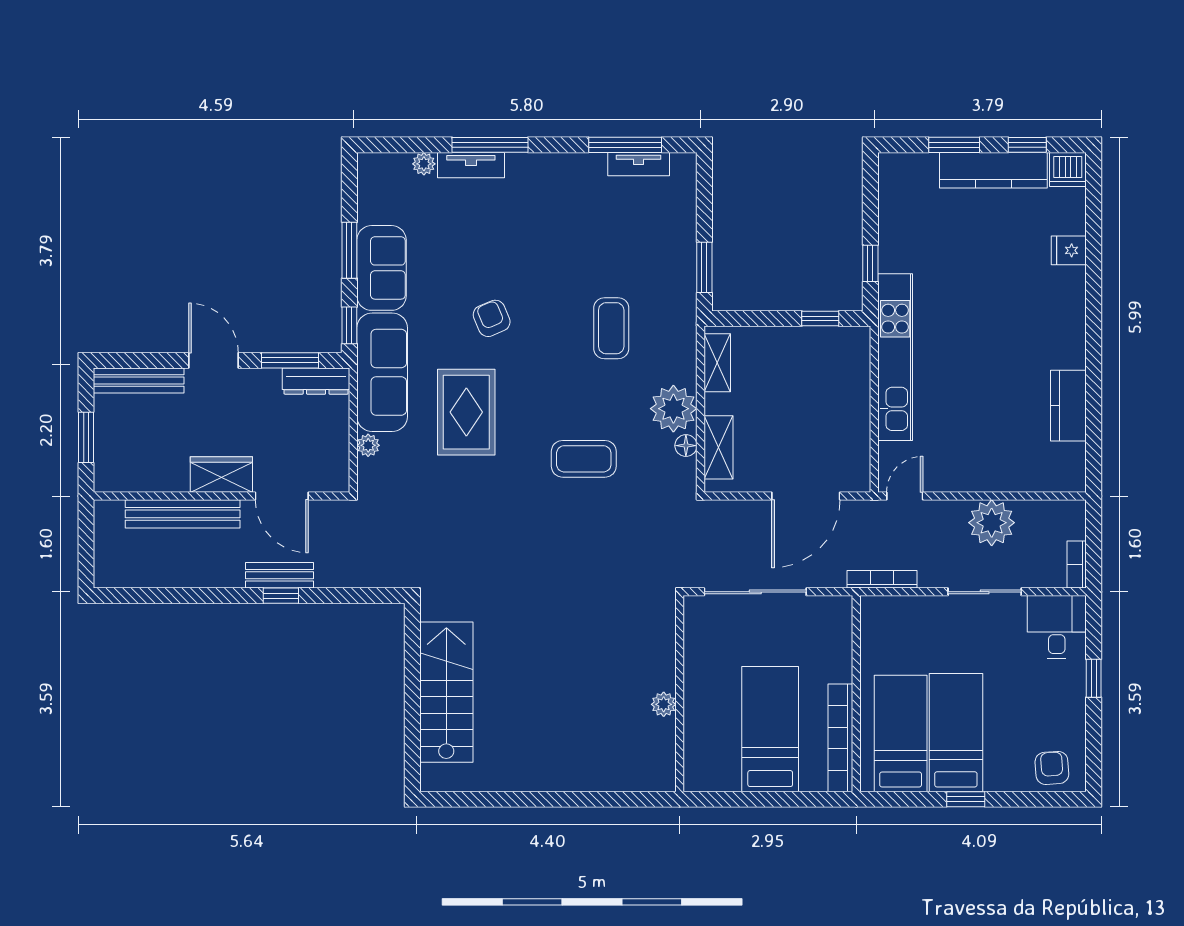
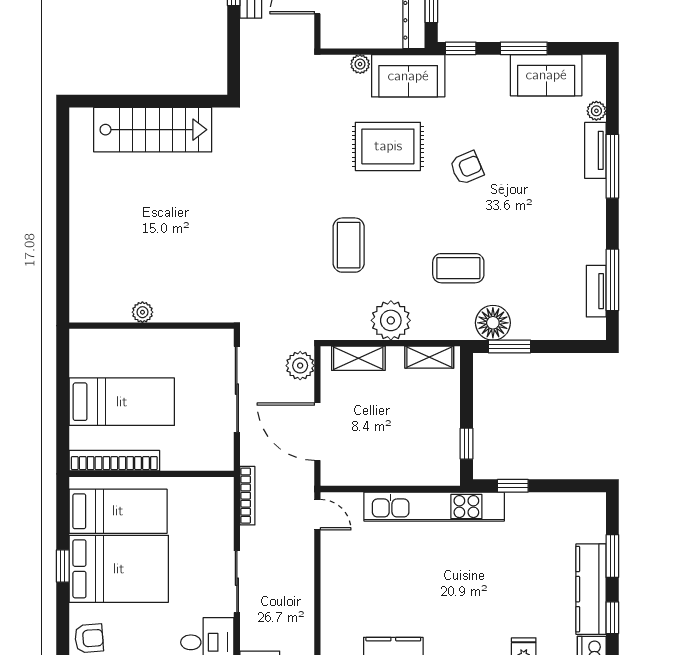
sofa: (381, 268) -> (546, 75), moved
sofa: (382, 372) -> (408, 76), width x0.73
floor lamp: (686, 446) -> (493, 323), moved, width x1.89, depth x1.89
plant: (992, 523) -> (300, 366), moved, width x0.73, depth x0.73
bed: (956, 733) -> (119, 569), width x1.50

